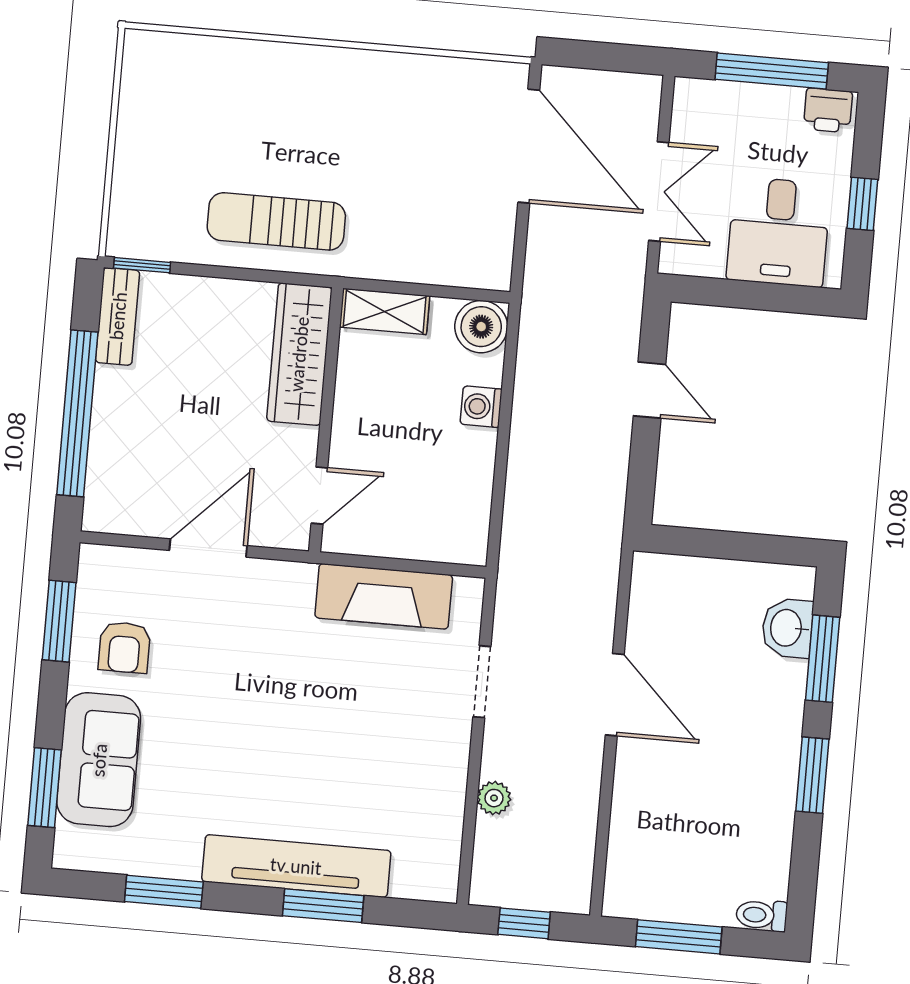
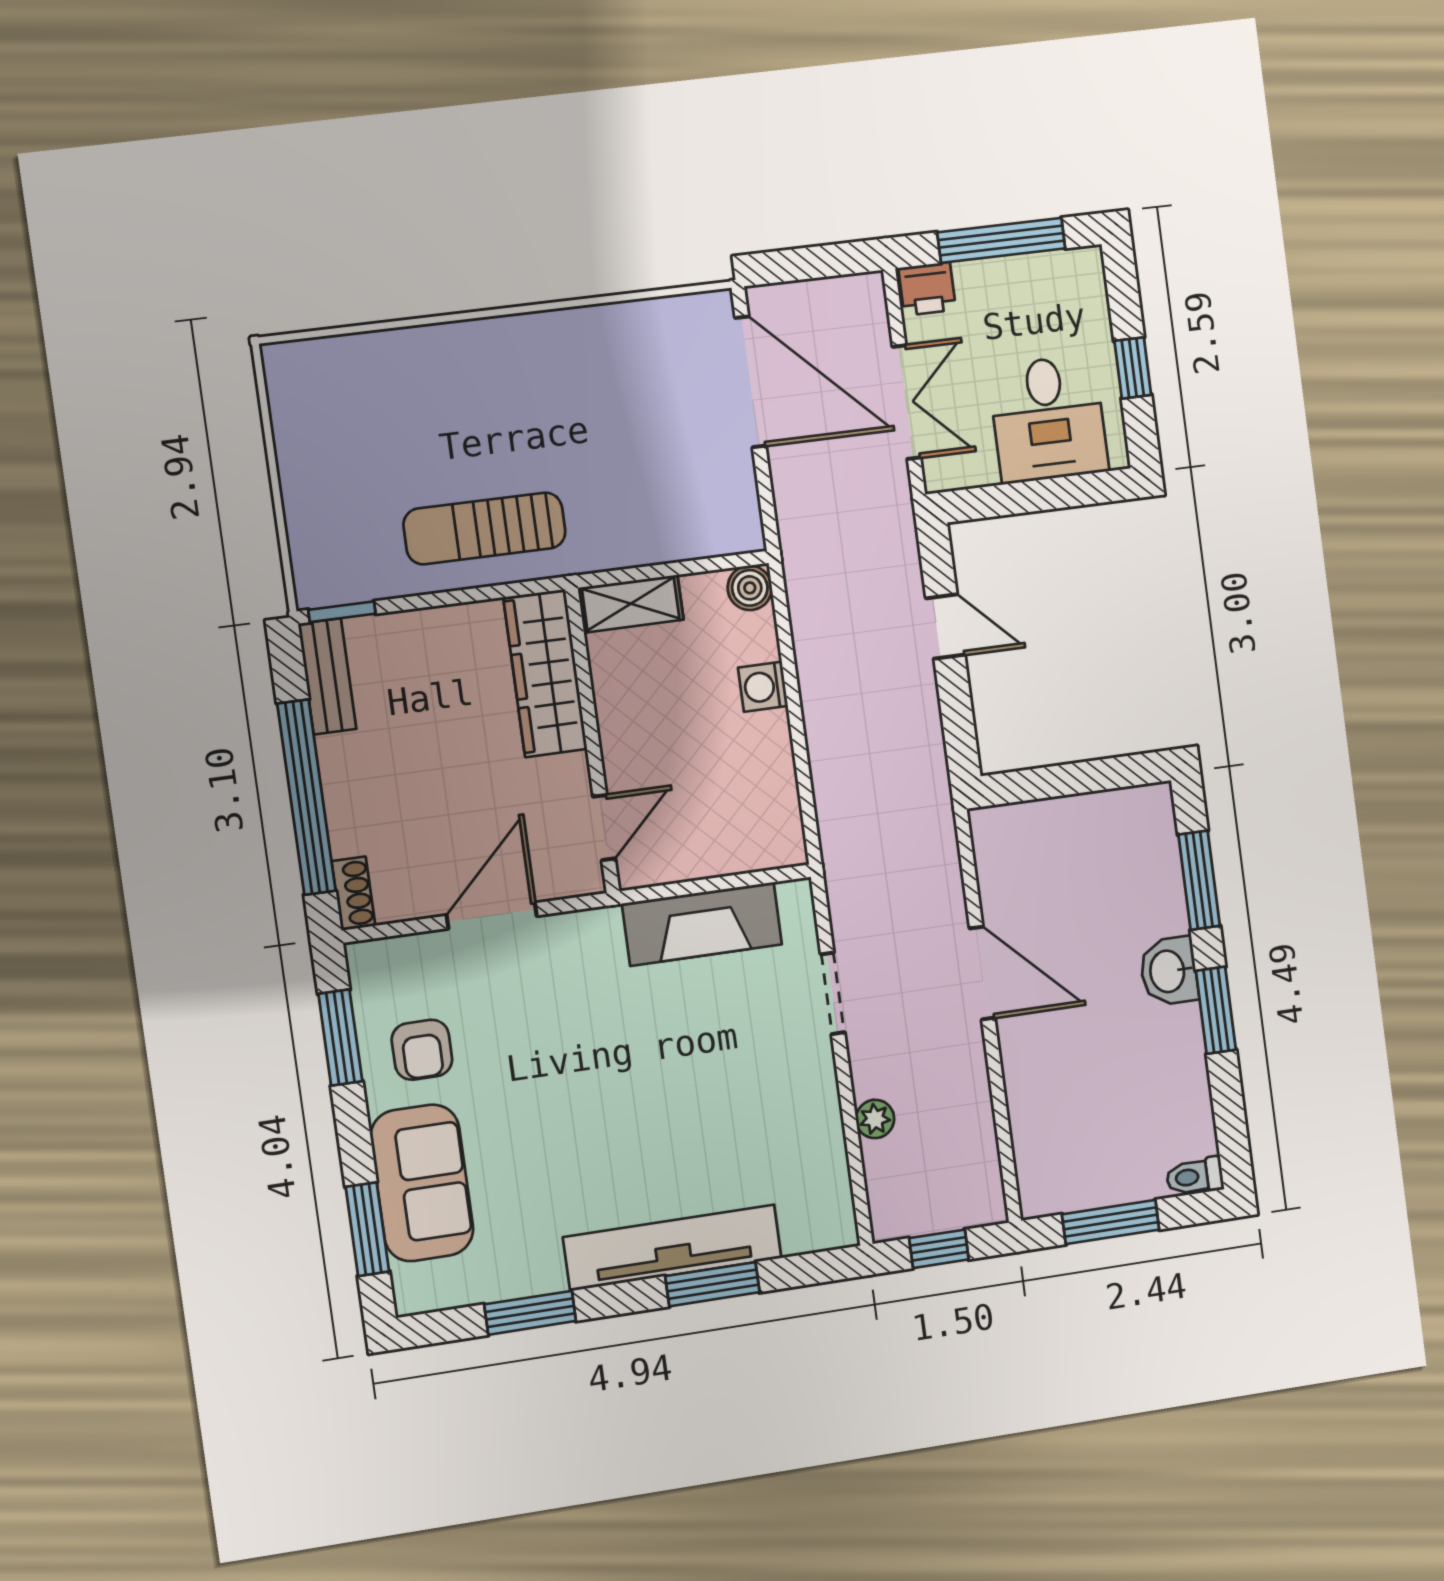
printer: (828, 110) -> (927, 289), moved
boiler: (481, 327) -> (750, 588), width x0.73, depth x0.73
shoe rack: (98, 503) -> (353, 893), added
washbasin: (787, 628) -> (1169, 971), moved

